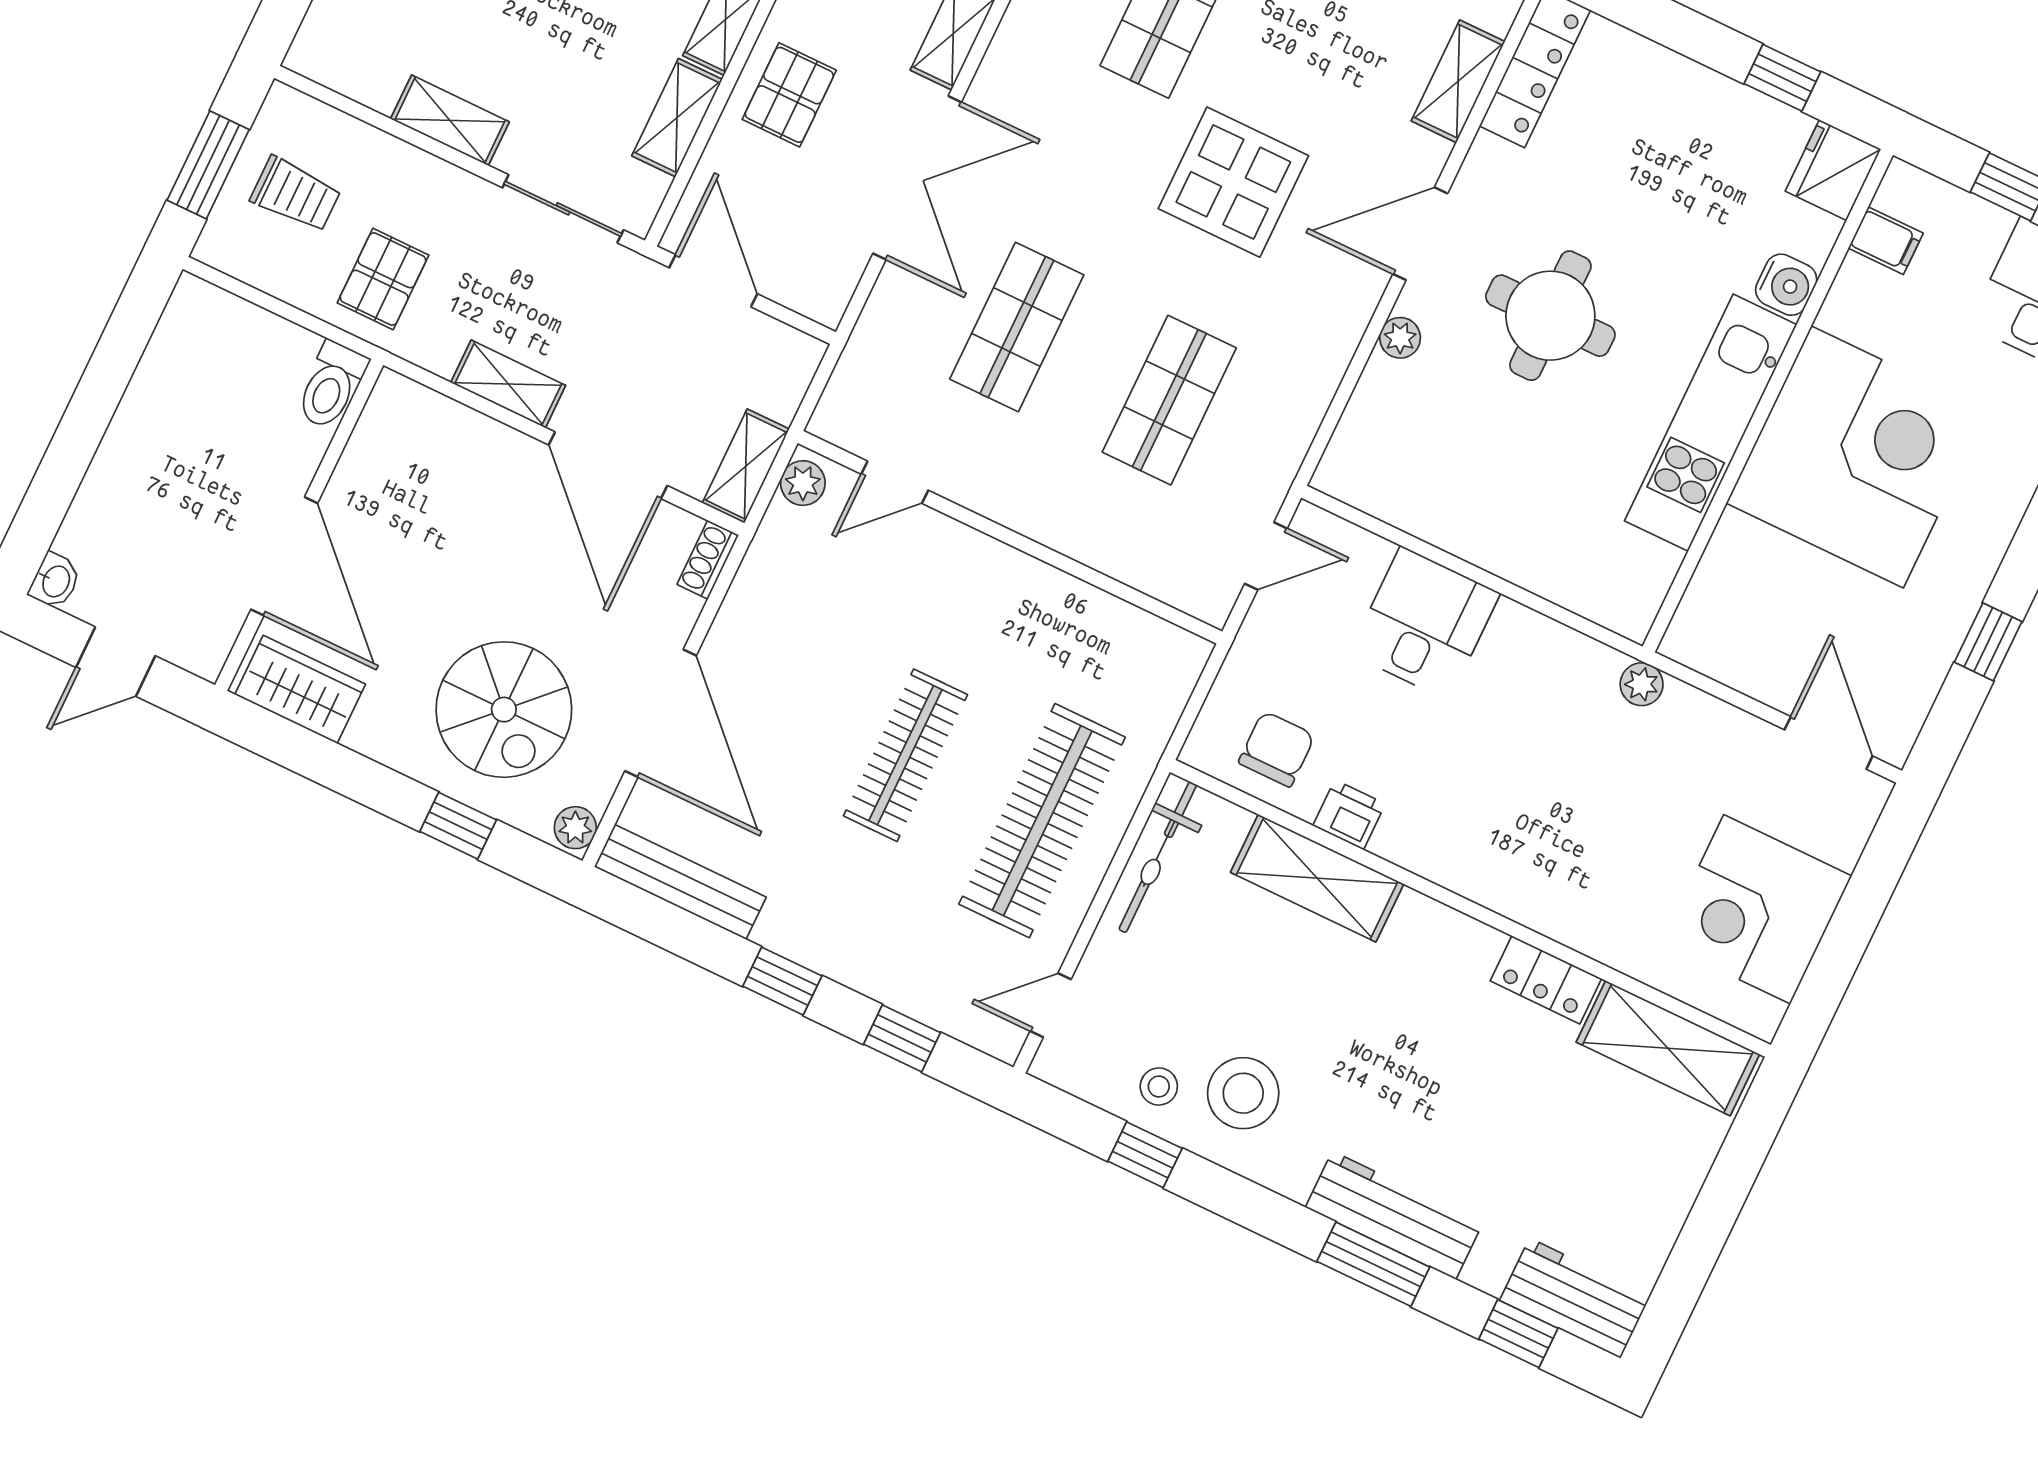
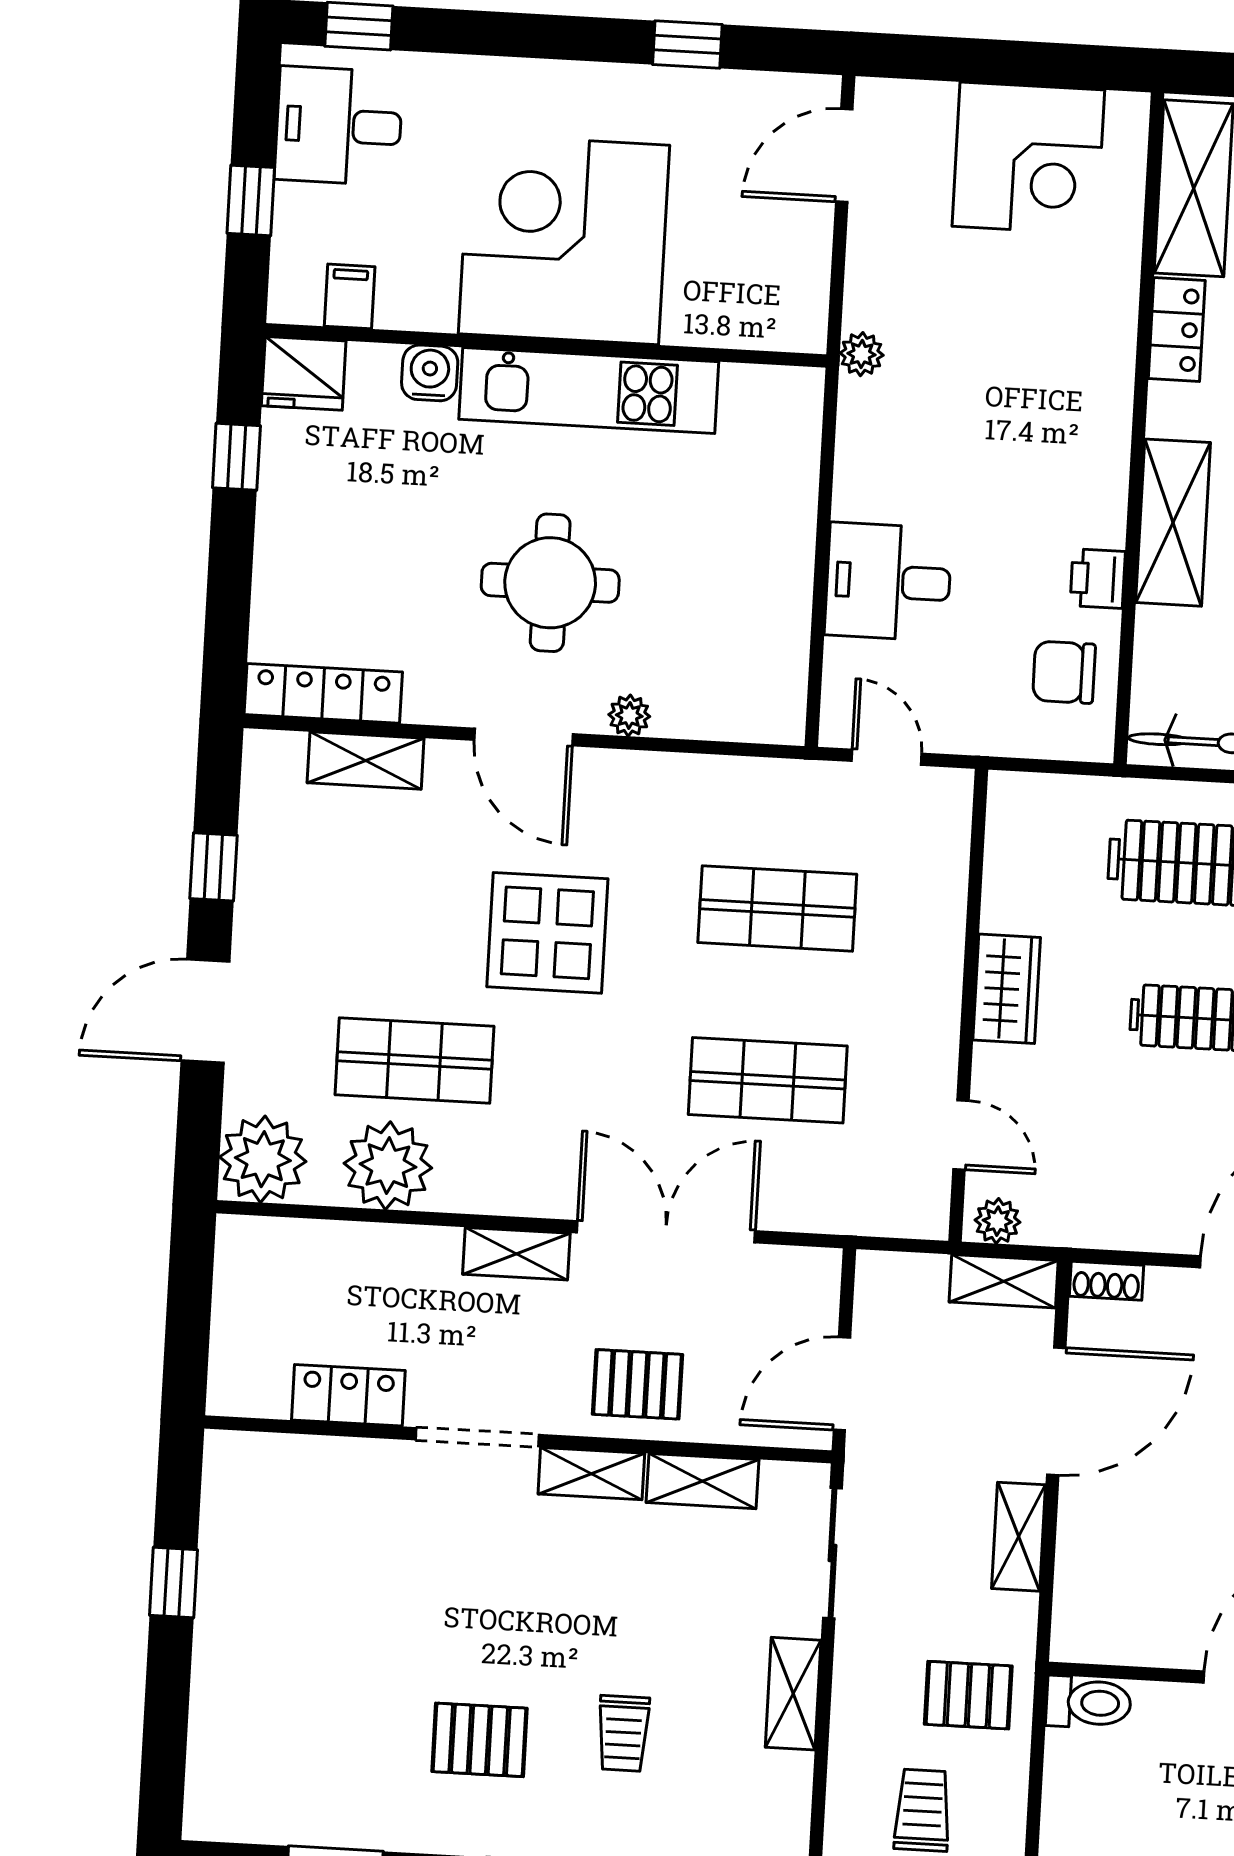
wardrobe: (1010, 578) -> (1007, 989), added
shelving: (1317, 878) -> (1173, 523), moved

